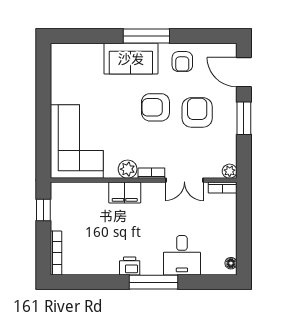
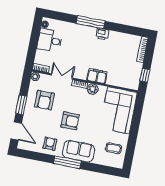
coffee table: (72, 75) -> (114, 148), added
armchair: (197, 112) -> (44, 100), moved
desk: (182, 255) -> (50, 40), moved, turned -90

